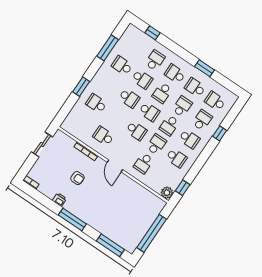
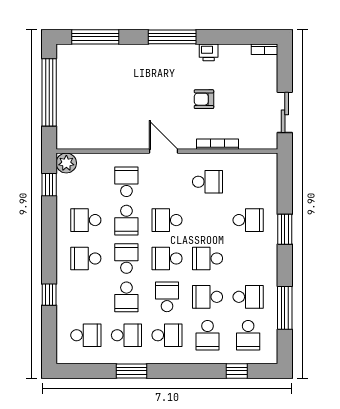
school desk: (202, 120) -> (248, 335), moved

